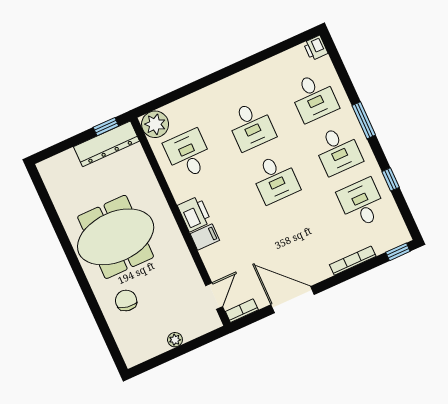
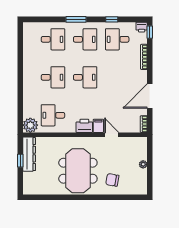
printer: (316, 48) -> (142, 27), moved
window: (106, 127) -> (20, 161), moved
door: (214, 296) -> (112, 135), moved

